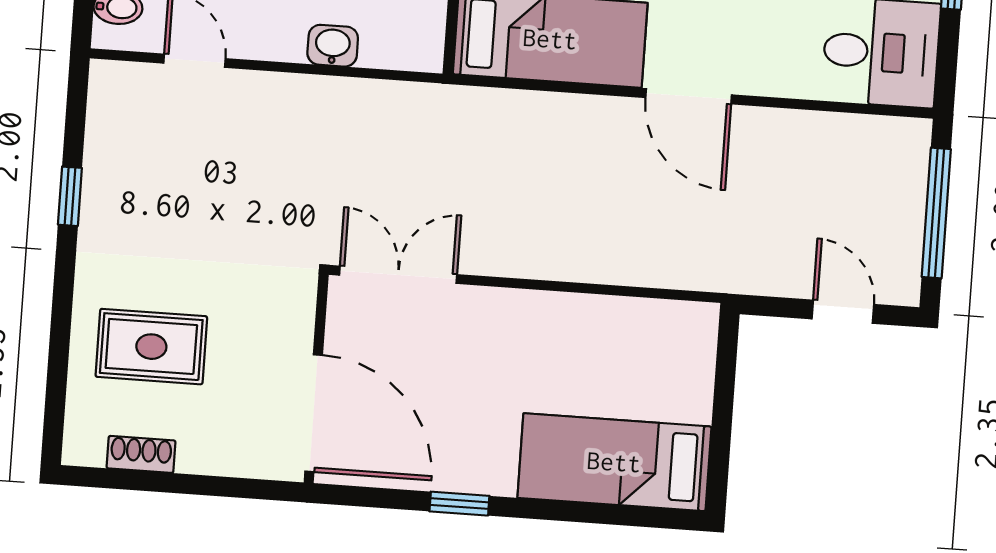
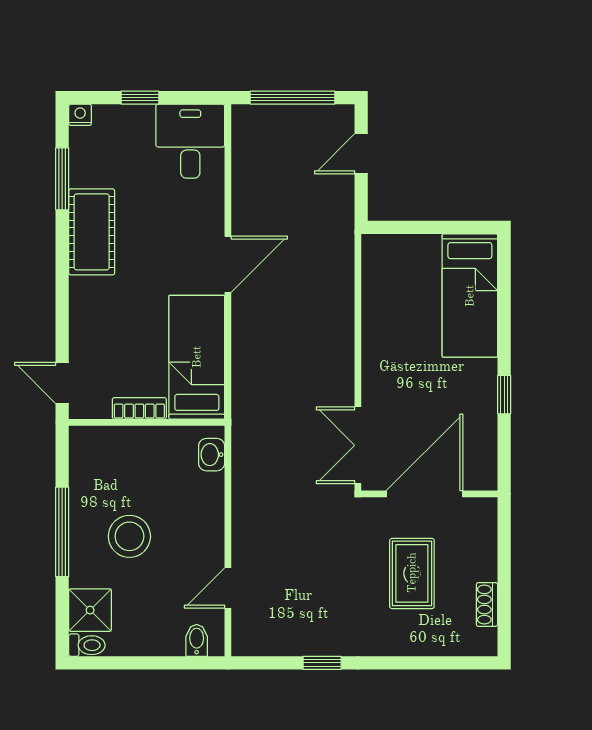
washbasin: (333, 46) -> (212, 455), moved
rug: (151, 347) -> (412, 573), moved
door: (314, 413) -> (425, 494), moved

